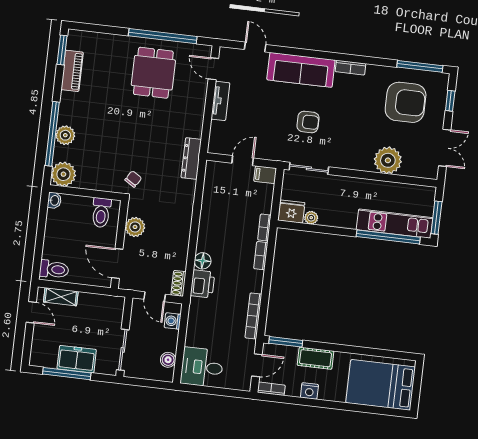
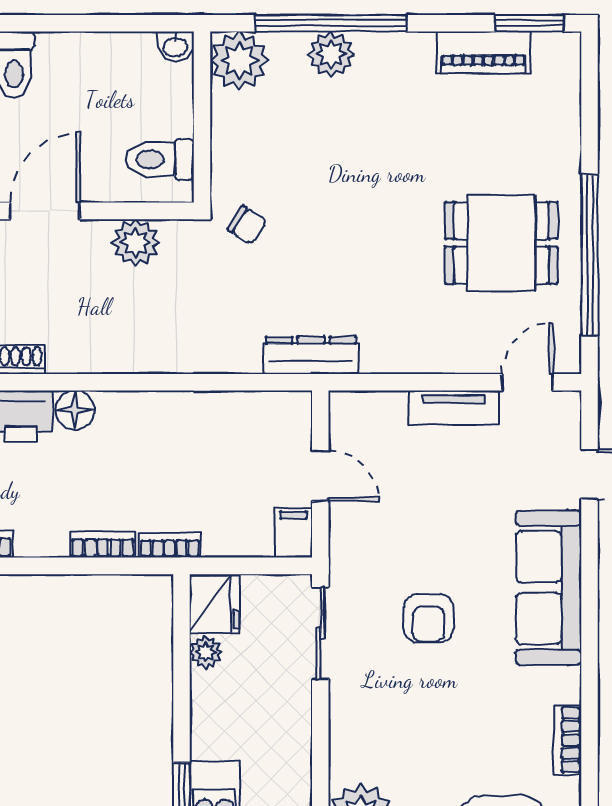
bookcase: (350, 68) -> (568, 740), moved

